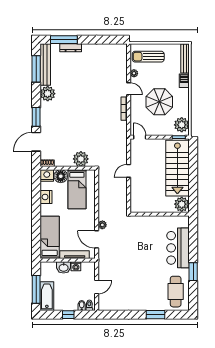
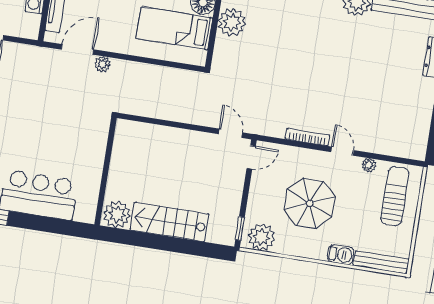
door: (129, 89) -> (342, 151), swing flipped
plant: (81, 159) -> (232, 22), moved
stairs: (177, 168) -> (169, 222), width x0.73, depth x0.66
door: (129, 171) -> (230, 133), moved

